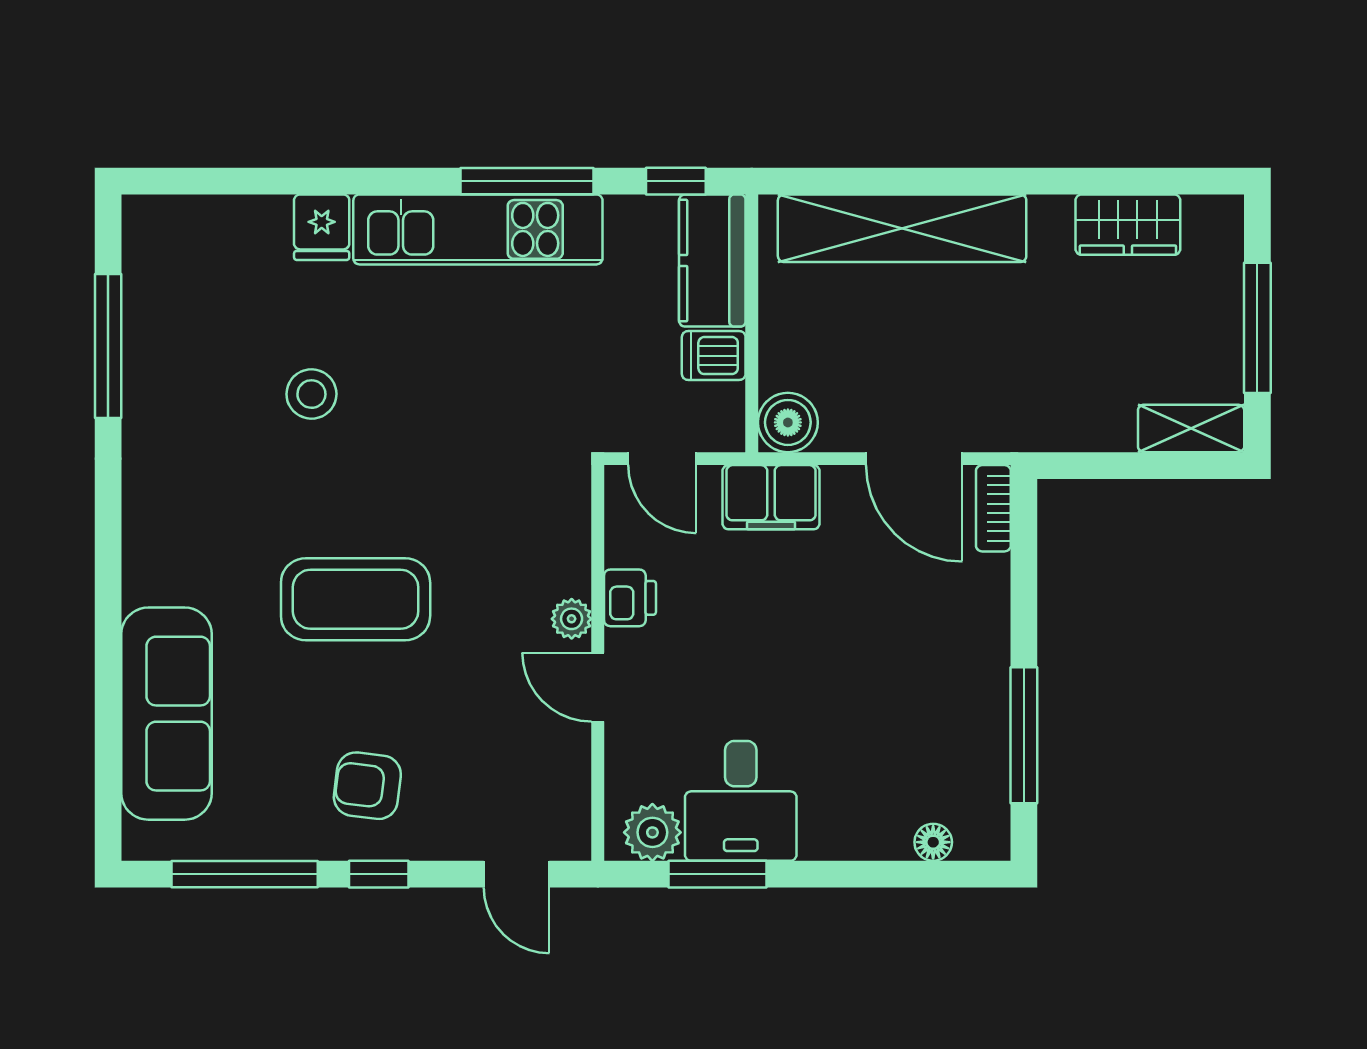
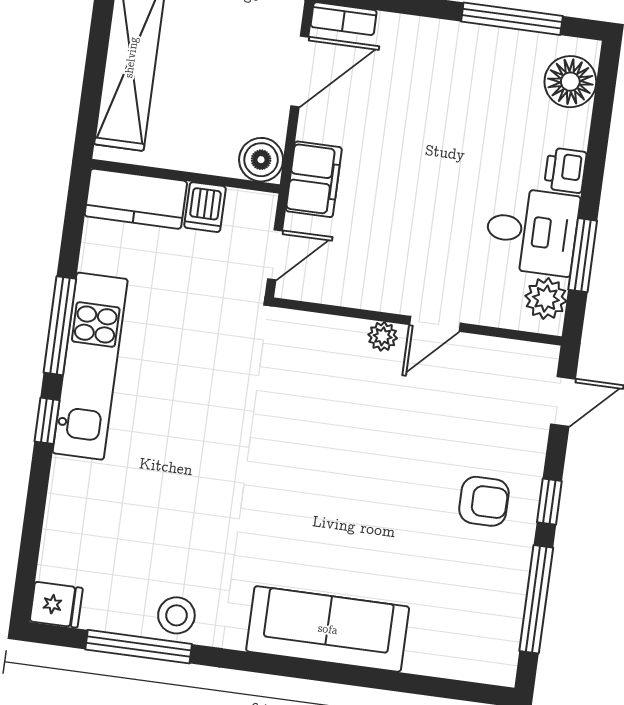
window: (676, 181) -> (47, 421), moved
fridge: (322, 227) -> (56, 605), moved
stool: (311, 394) -> (176, 615), moved
printer: (630, 598) -> (565, 170), moved, turned -90
coffee table: (356, 599) -> (347, 492), removed
sofa: (166, 714) -> (328, 629), moved
armchair: (367, 786) -> (484, 501), turned -97
floor lamp: (933, 842) -> (570, 82), width x1.89, depth x1.89

